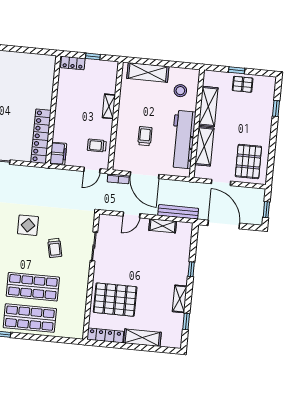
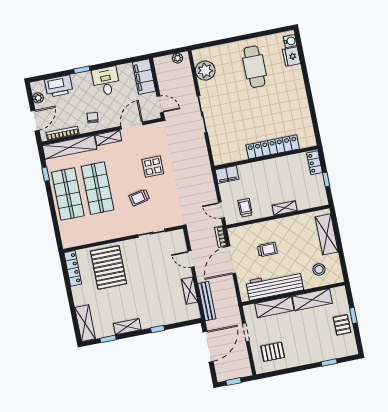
locker: (41, 136) -> (273, 147), moved
pallet: (248, 161) -> (273, 352), width x0.67, depth x0.71
shelving: (142, 338) -> (85, 323), moved

